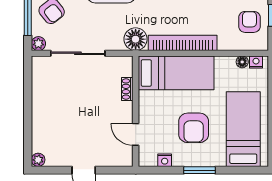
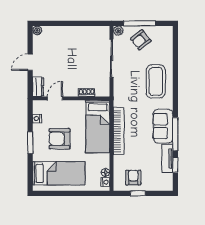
armchair: (249, 22) -> (133, 178), turned -90
floor lamp: (136, 39) -> (121, 98), removed
dresser: (119, 159) -> (38, 87), added

